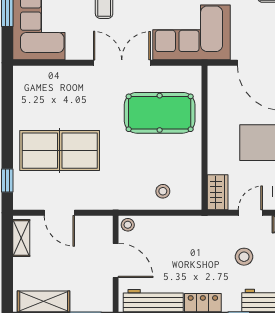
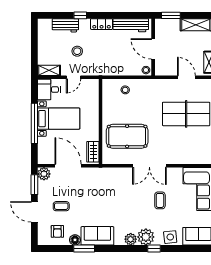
corner sofa: (191, 32) -> (108, 184), removed
wardrobe: (218, 192) -> (93, 152), moved

